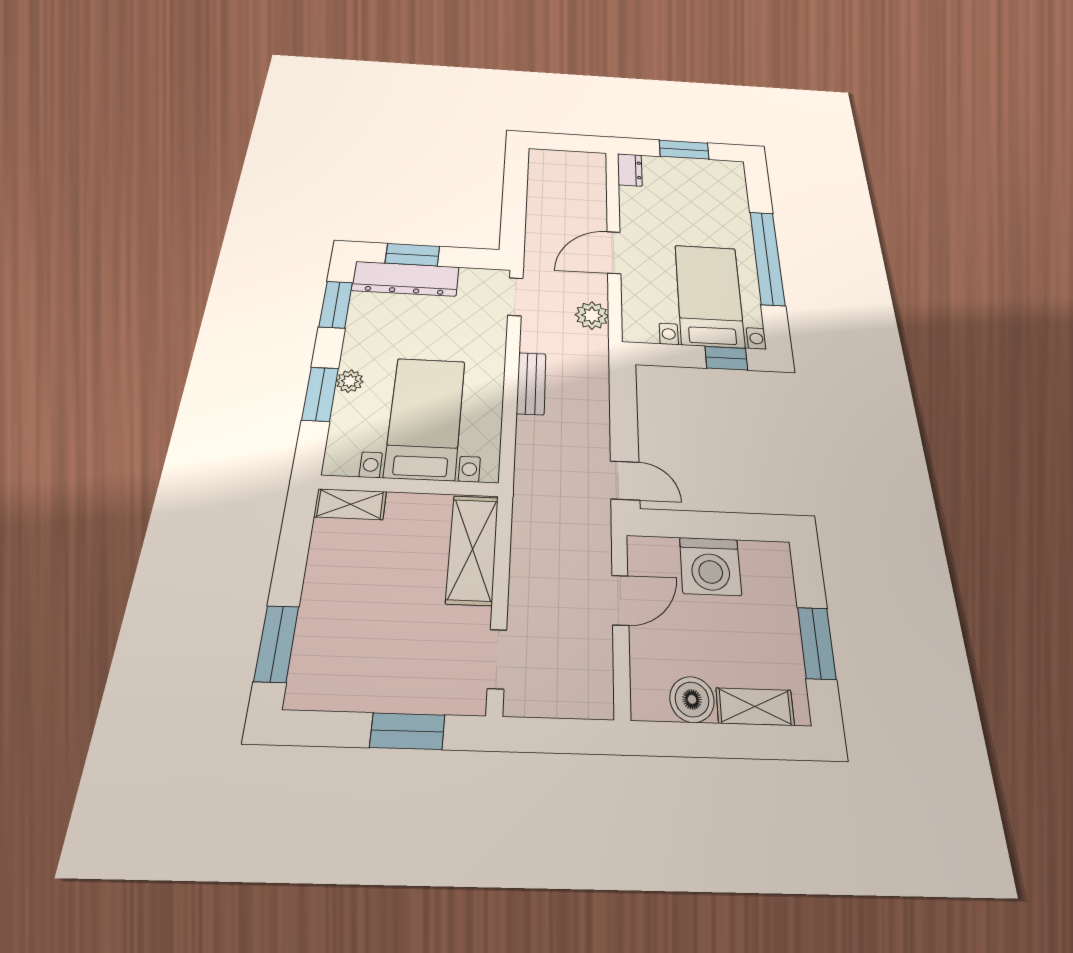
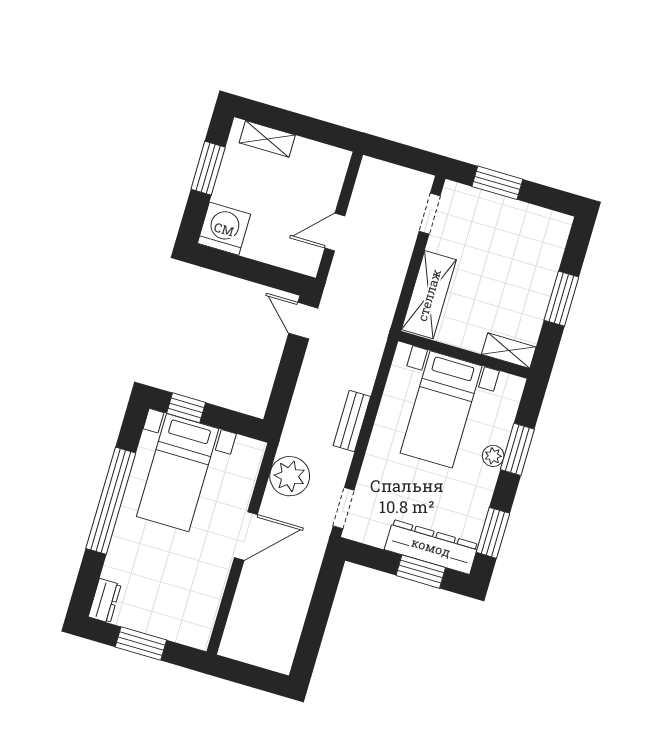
dresser: (630, 170) -> (105, 601), moved, turned 180
plant: (592, 315) -> (290, 476), width x1.36, depth x1.36
washing machine: (710, 566) -> (224, 229), moved
window: (277, 644) -> (561, 299), moved
boiler: (692, 699) -> (308, 154), removed

